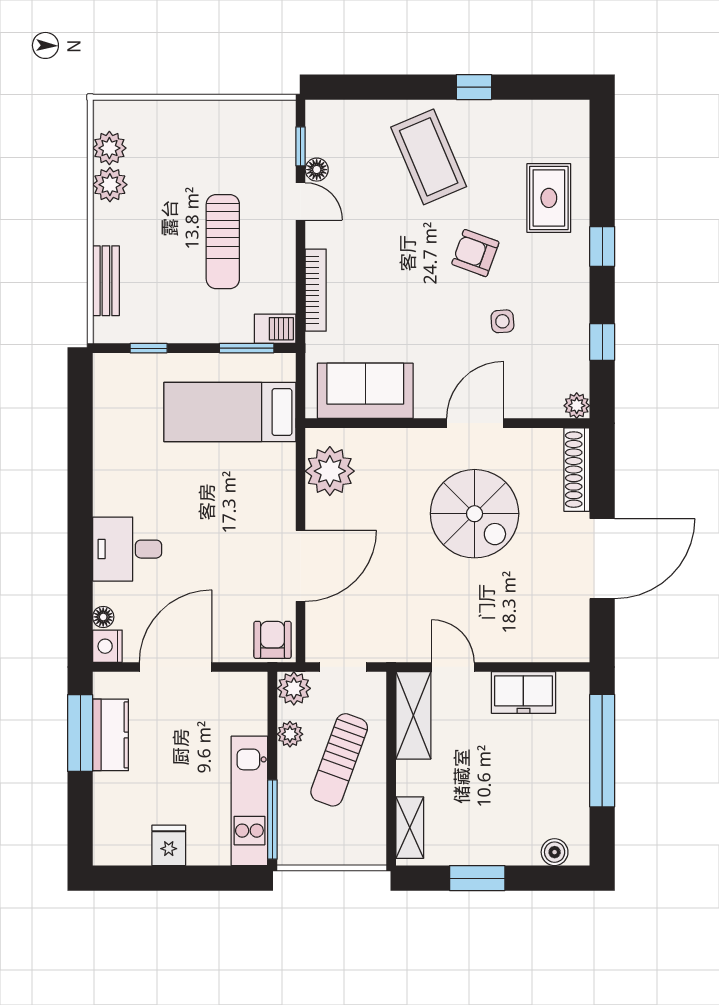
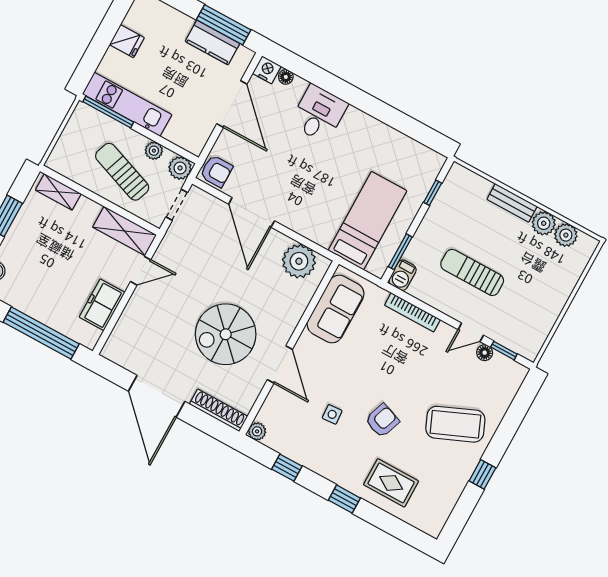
bench: (106, 281) -> (512, 203), moved

